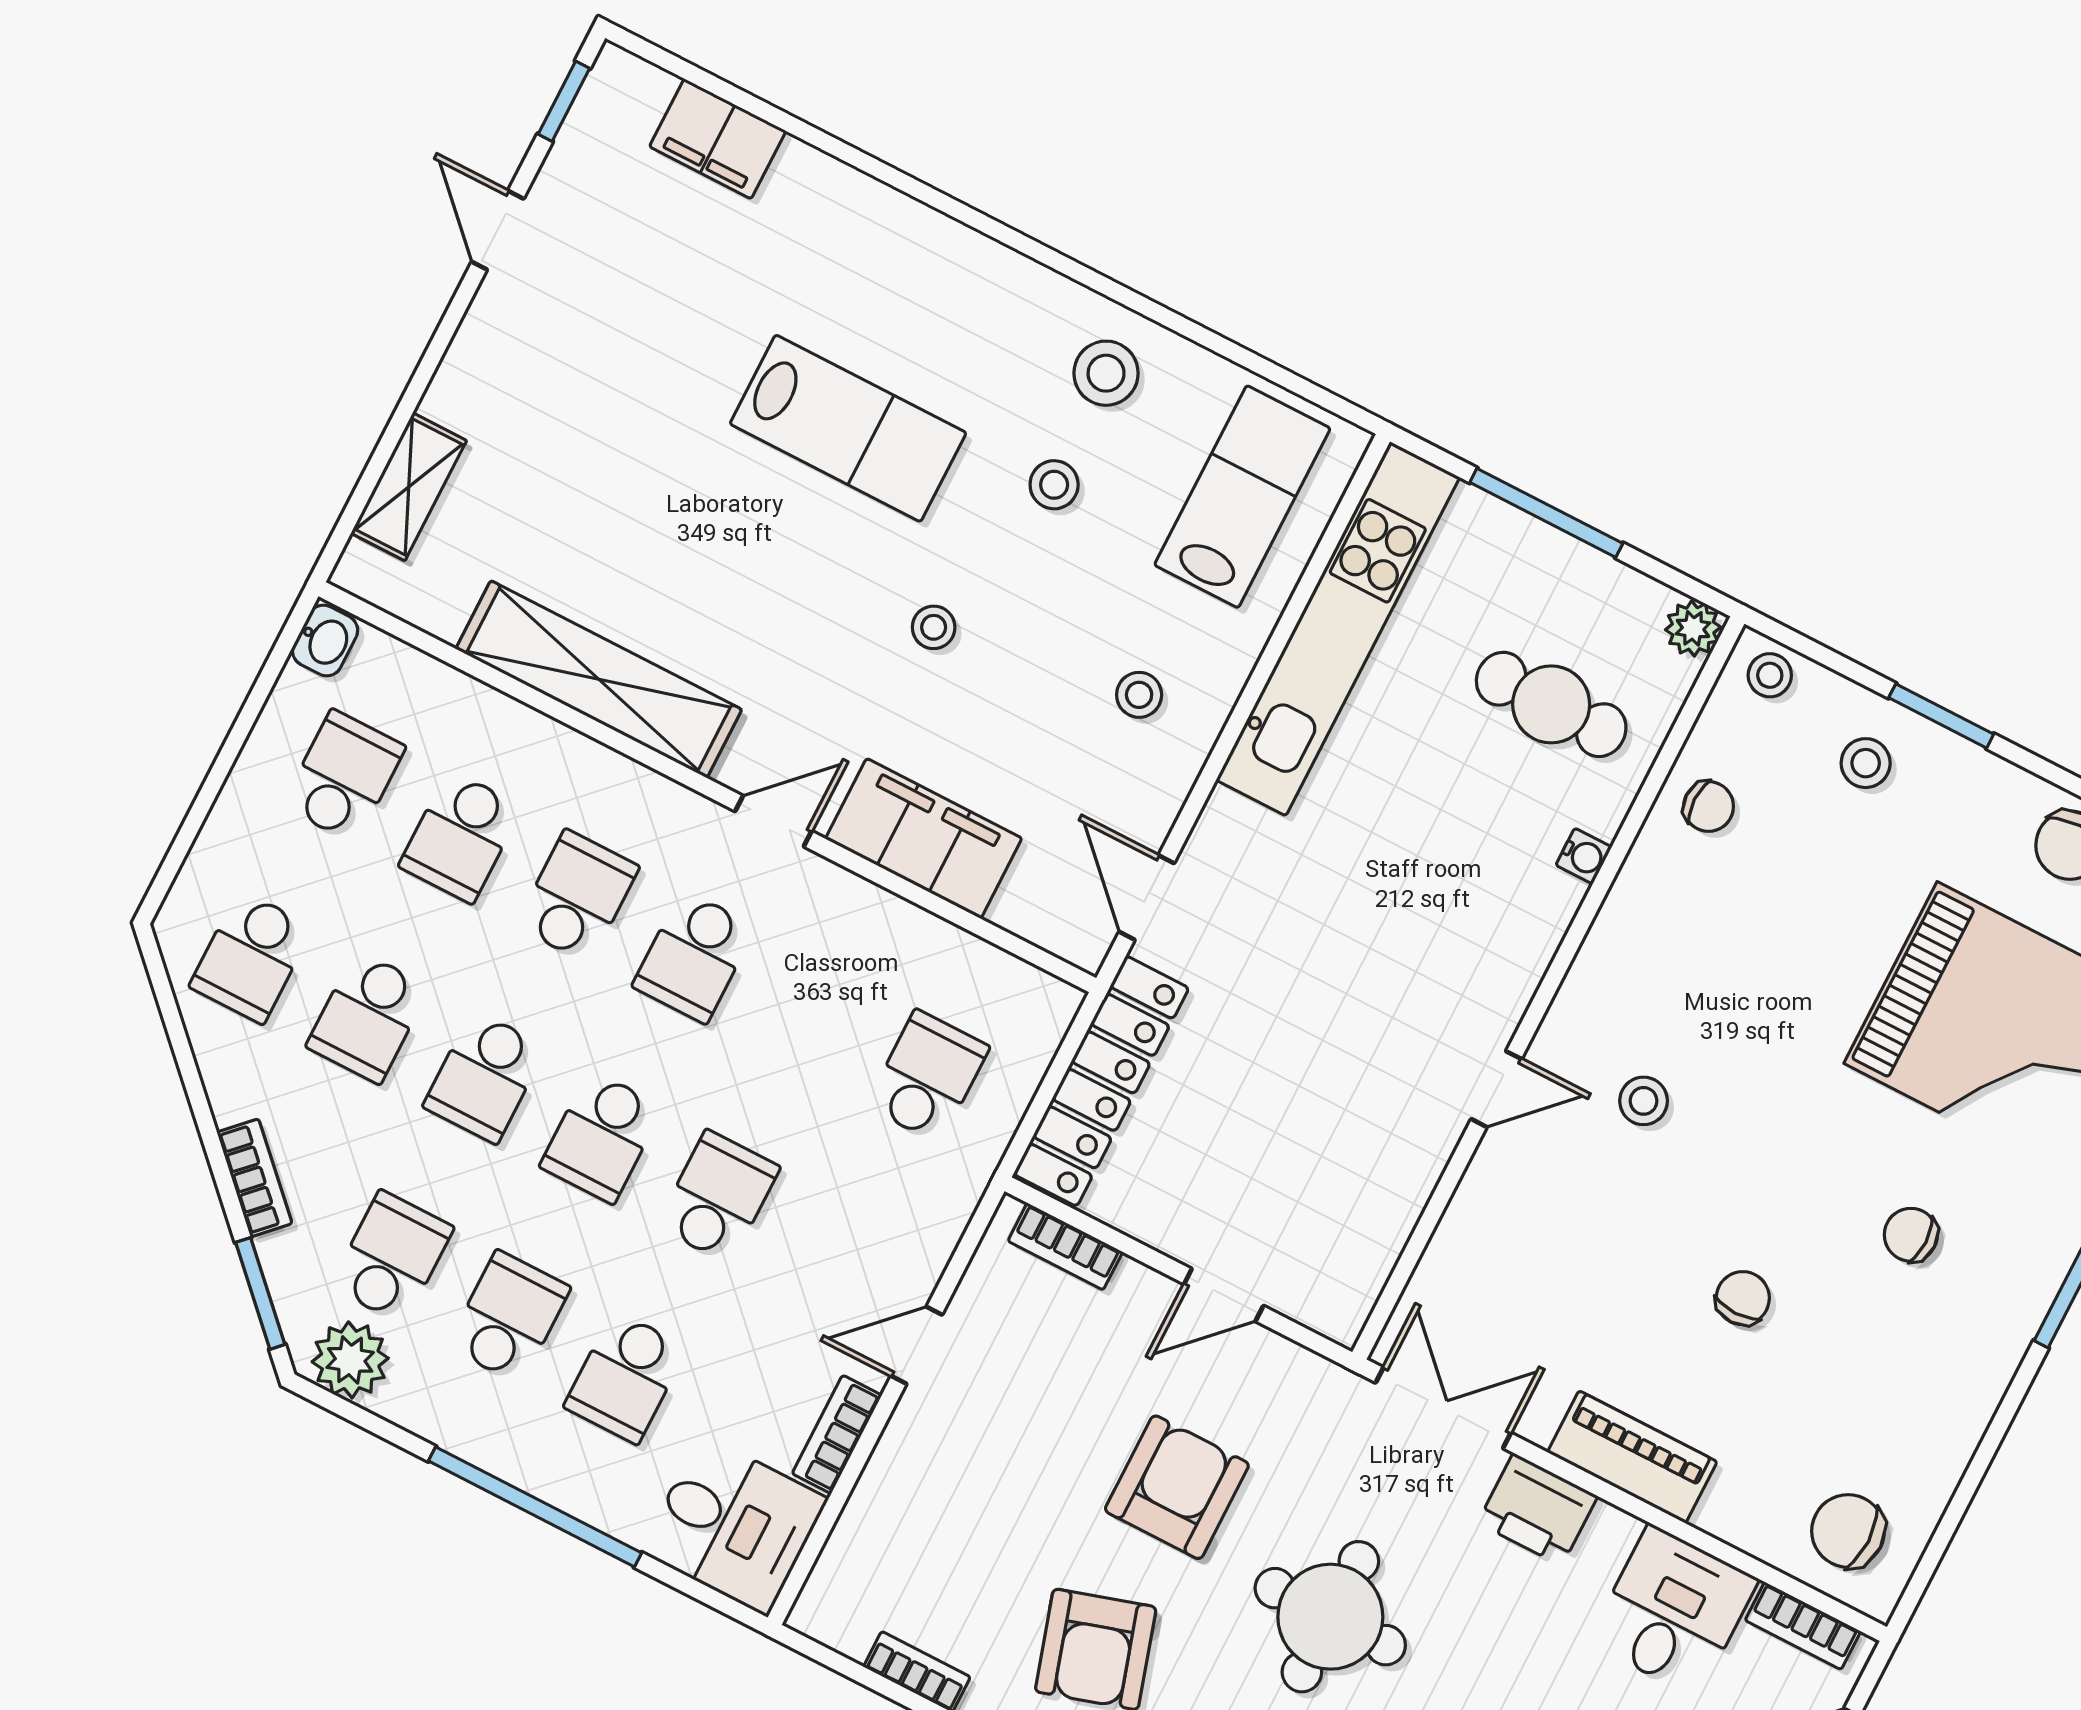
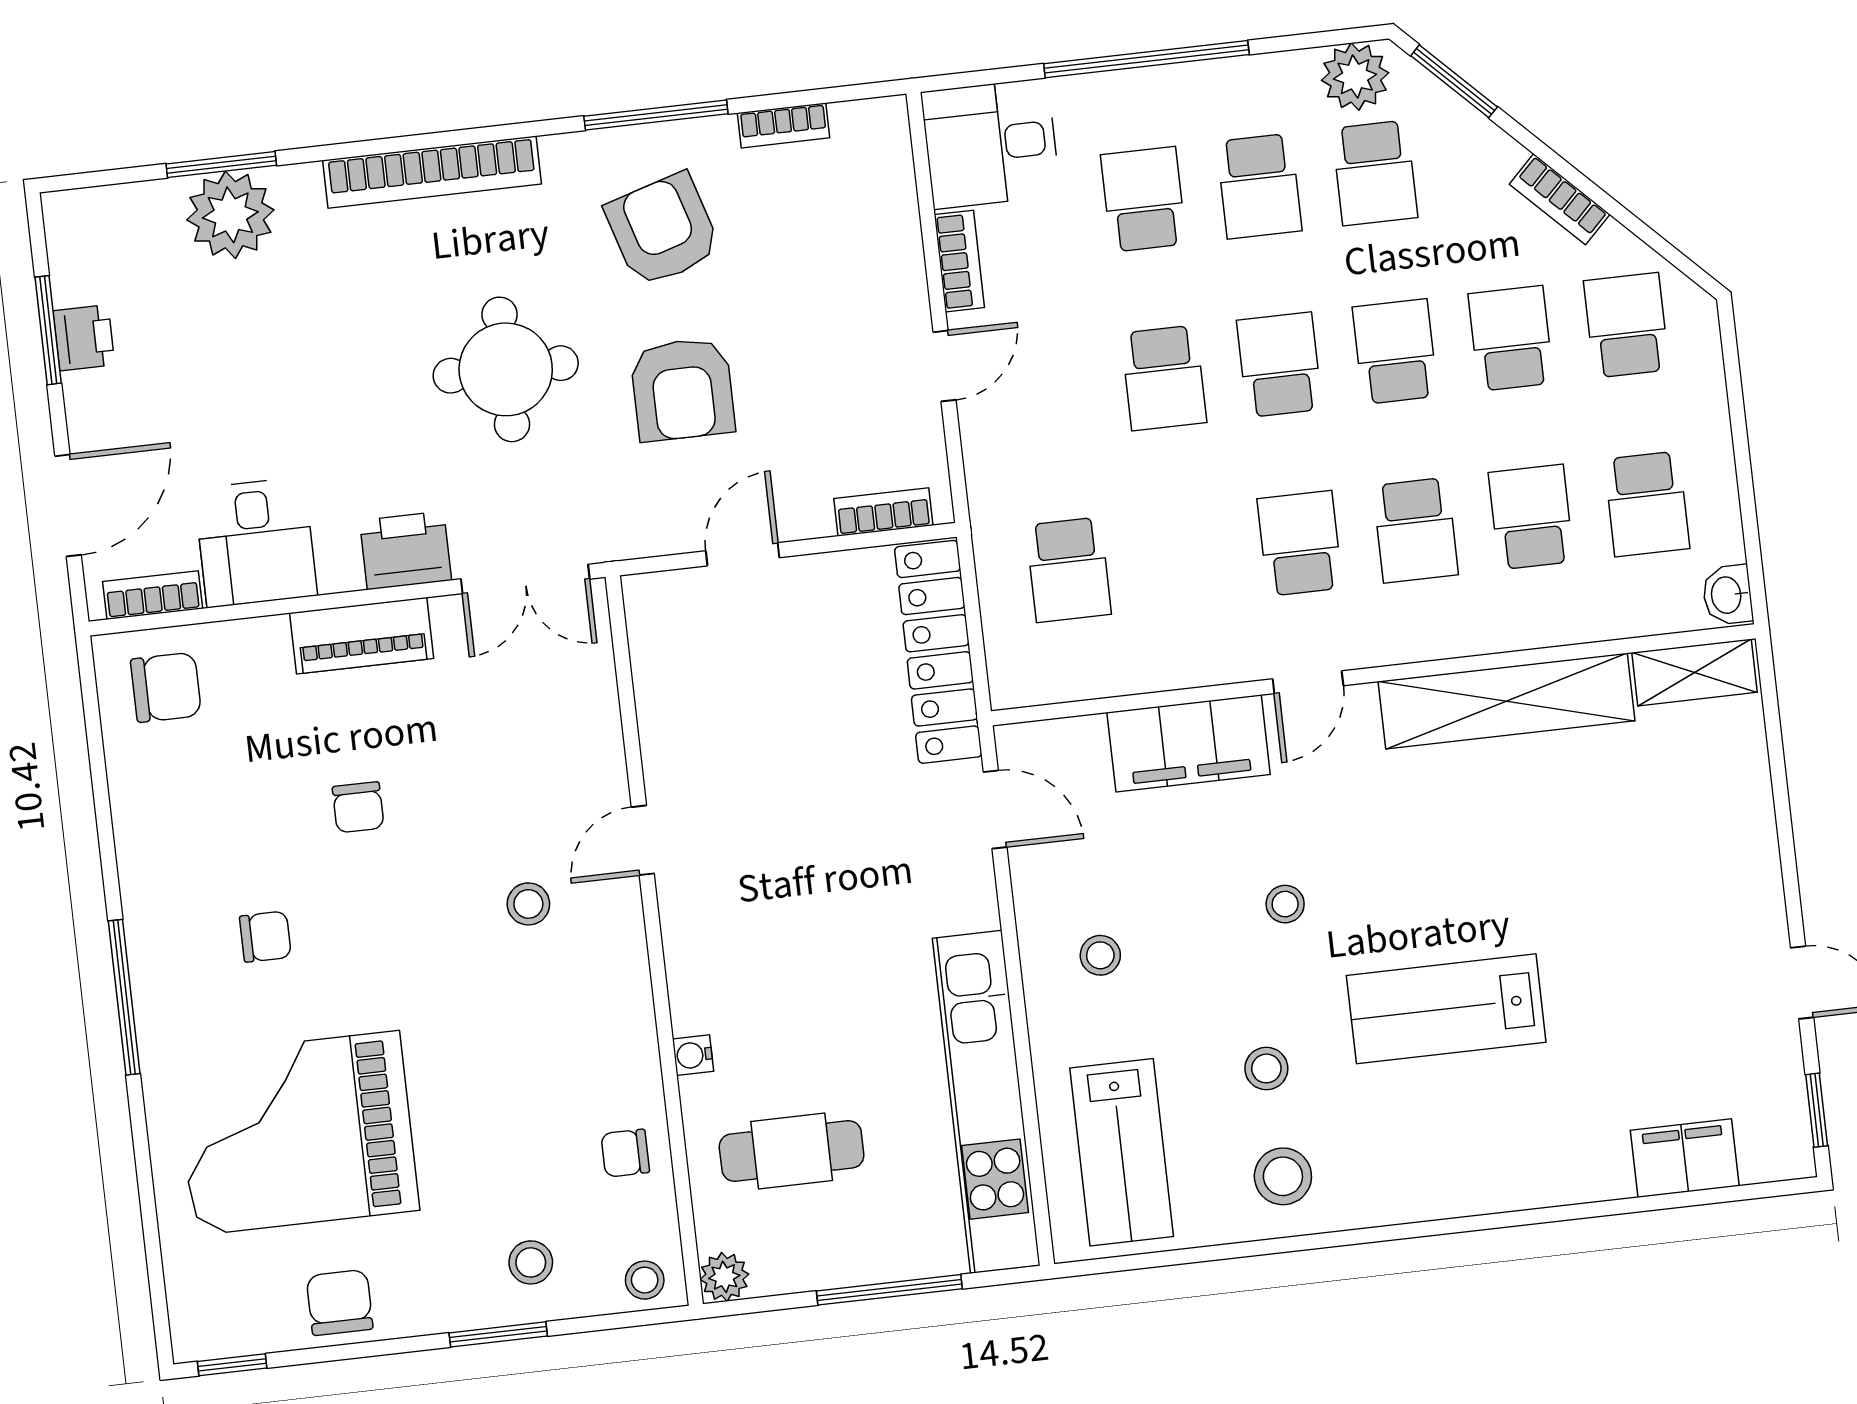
shelving: (409, 487) -> (1694, 672), moved, turned 90
bookcase: (255, 1178) -> (1560, 199), moved

